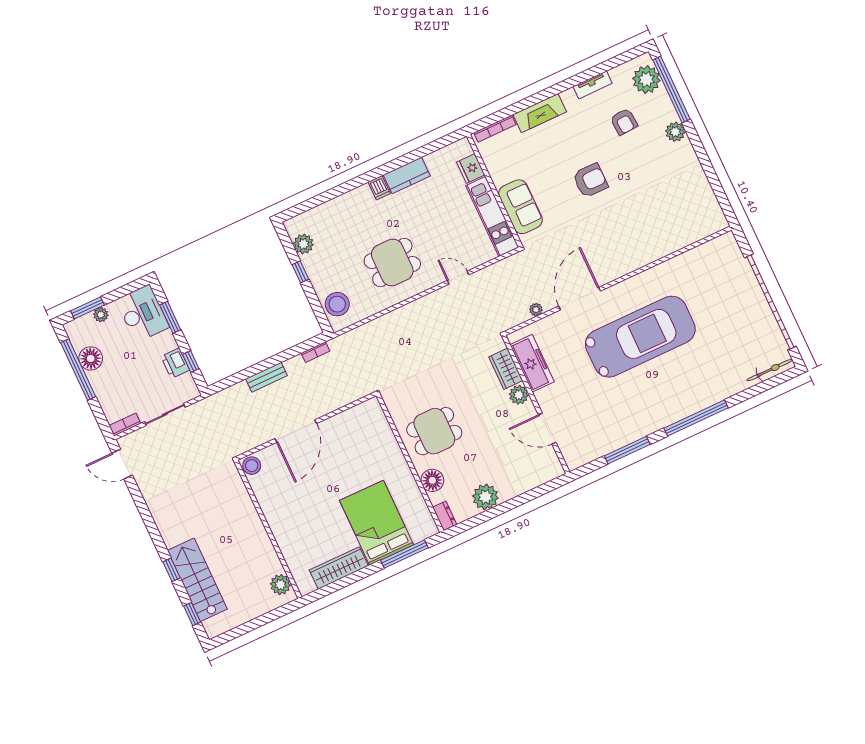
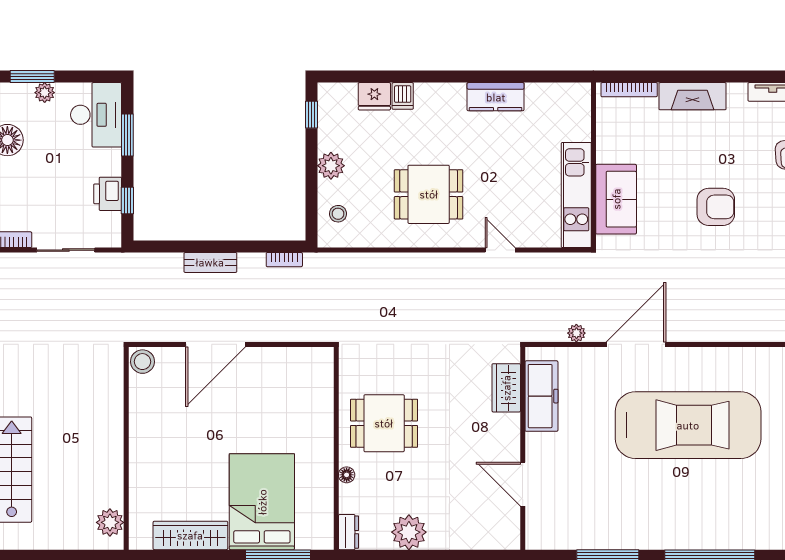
fridge: (471, 168) -> (374, 96), moved, turned -90
dishwasher: (379, 188) -> (403, 96), moved
plant: (303, 244) -> (331, 166), moved
window: (300, 272) -> (311, 115), moved
stool: (337, 304) -> (338, 214), width x0.53, depth x0.53
plant: (519, 395) -> (507, 427), removed
floor lamp: (432, 480) -> (347, 475), width x0.53, depth x0.53

